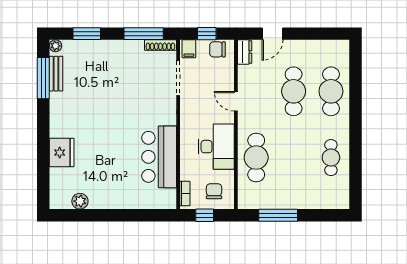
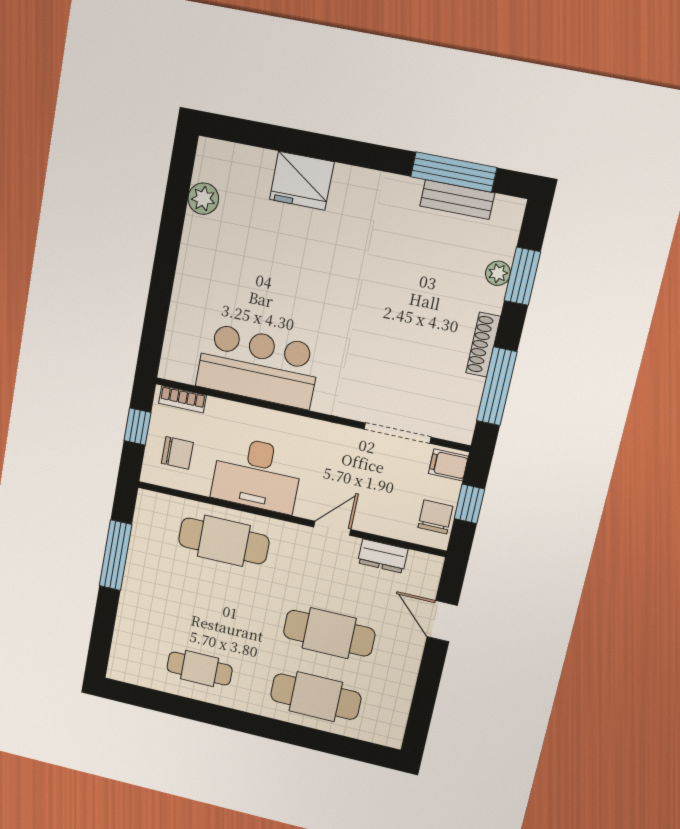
shoe rack: (160, 45) -> (483, 345), moved
plant: (55, 46) -> (498, 273), moved
dresser: (245, 52) -> (383, 556), moved

